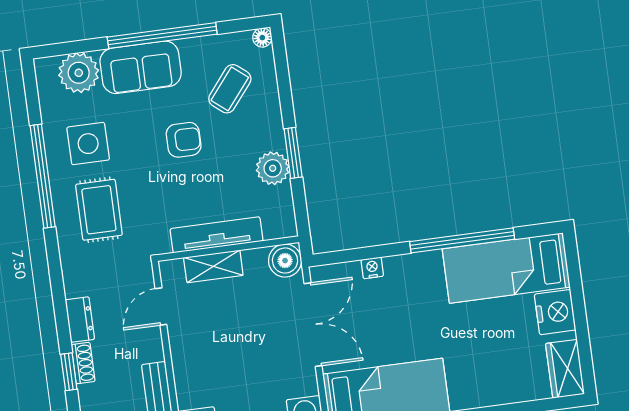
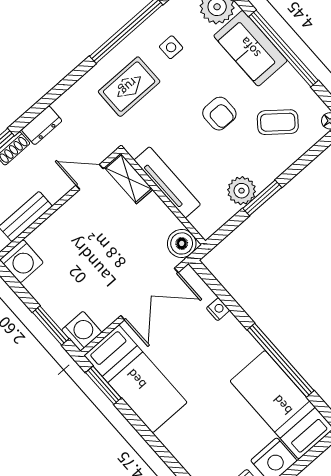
side table: (88, 144) -> (171, 47), width x0.54, depth x0.54
shelving: (213, 266) -> (129, 178), moved

